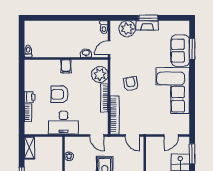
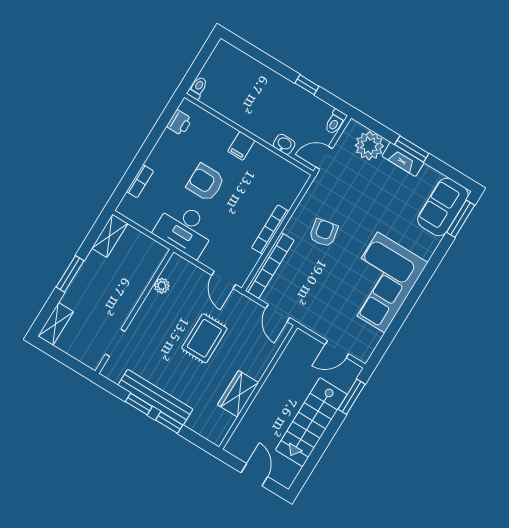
window: (79, 18) -> (307, 85), added
window: (192, 49) -> (461, 219), moved
sofa: (180, 51) -> (443, 207), moved
plant: (100, 75) -> (285, 190), removed
printer: (30, 97) -> (179, 123), moved

